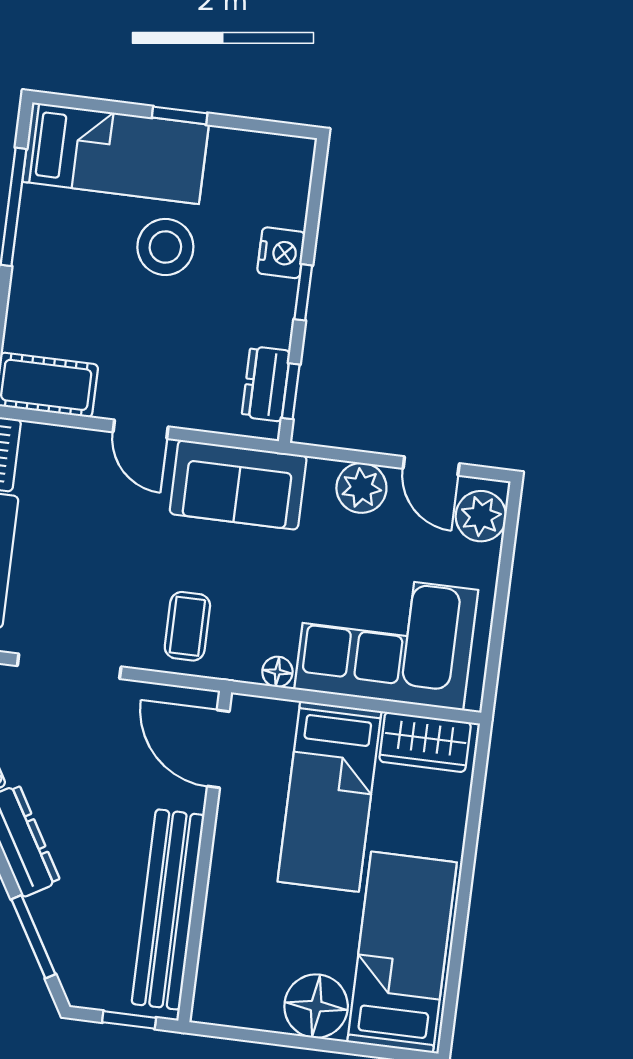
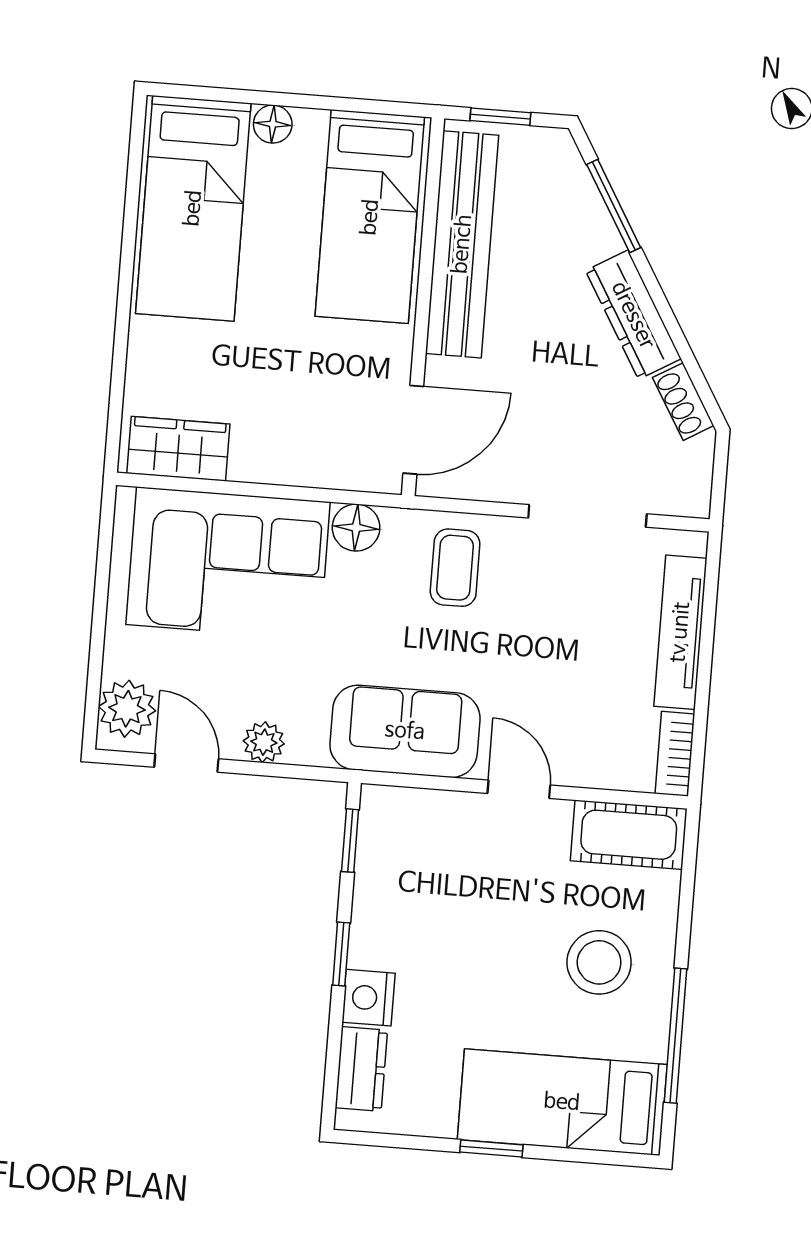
stool: (165, 247) -> (599, 962), moved
dresser: (266, 384) -> (361, 1069), moved
plant: (361, 488) -> (264, 742), width x0.73, depth x0.73
floor lamp: (277, 672) -> (356, 528), width x1.37, depth x1.37
door: (218, 749) -> (413, 430), hinge flipped
bed: (330, 796) -> (370, 217), moved, turned 180
floor lamp: (316, 1006) -> (273, 124), width x0.53, depth x0.53

